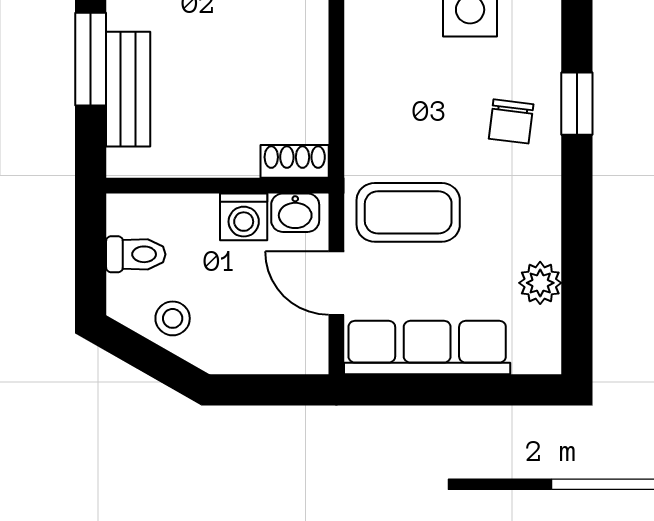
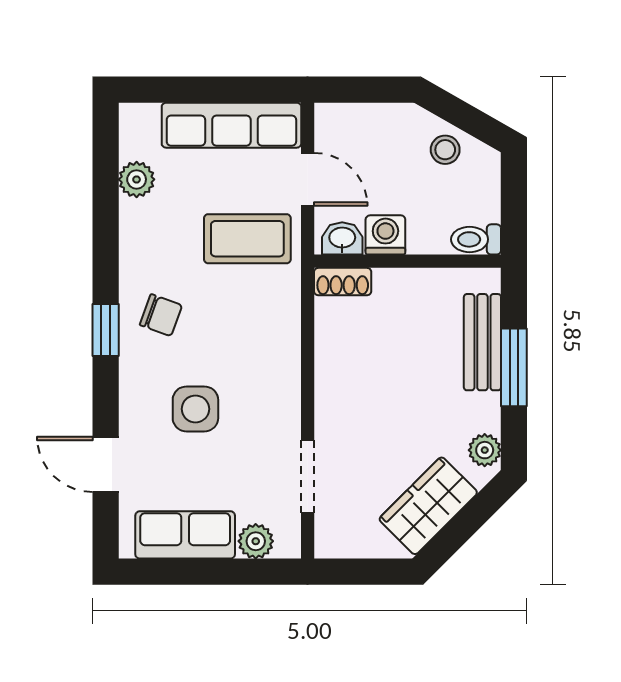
chair: (511, 121) -> (161, 315), turned 103
toilet: (136, 254) -> (476, 239), moved

